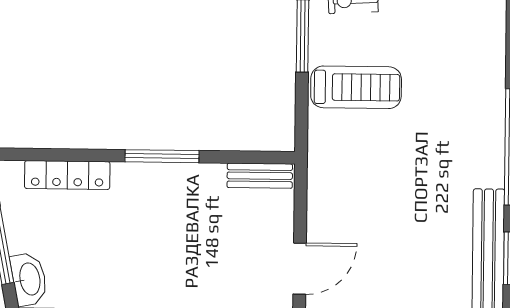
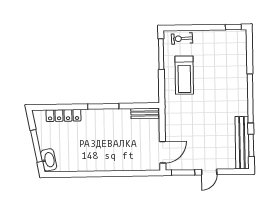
treadmill: (356, 87) -> (184, 75), turned 90

